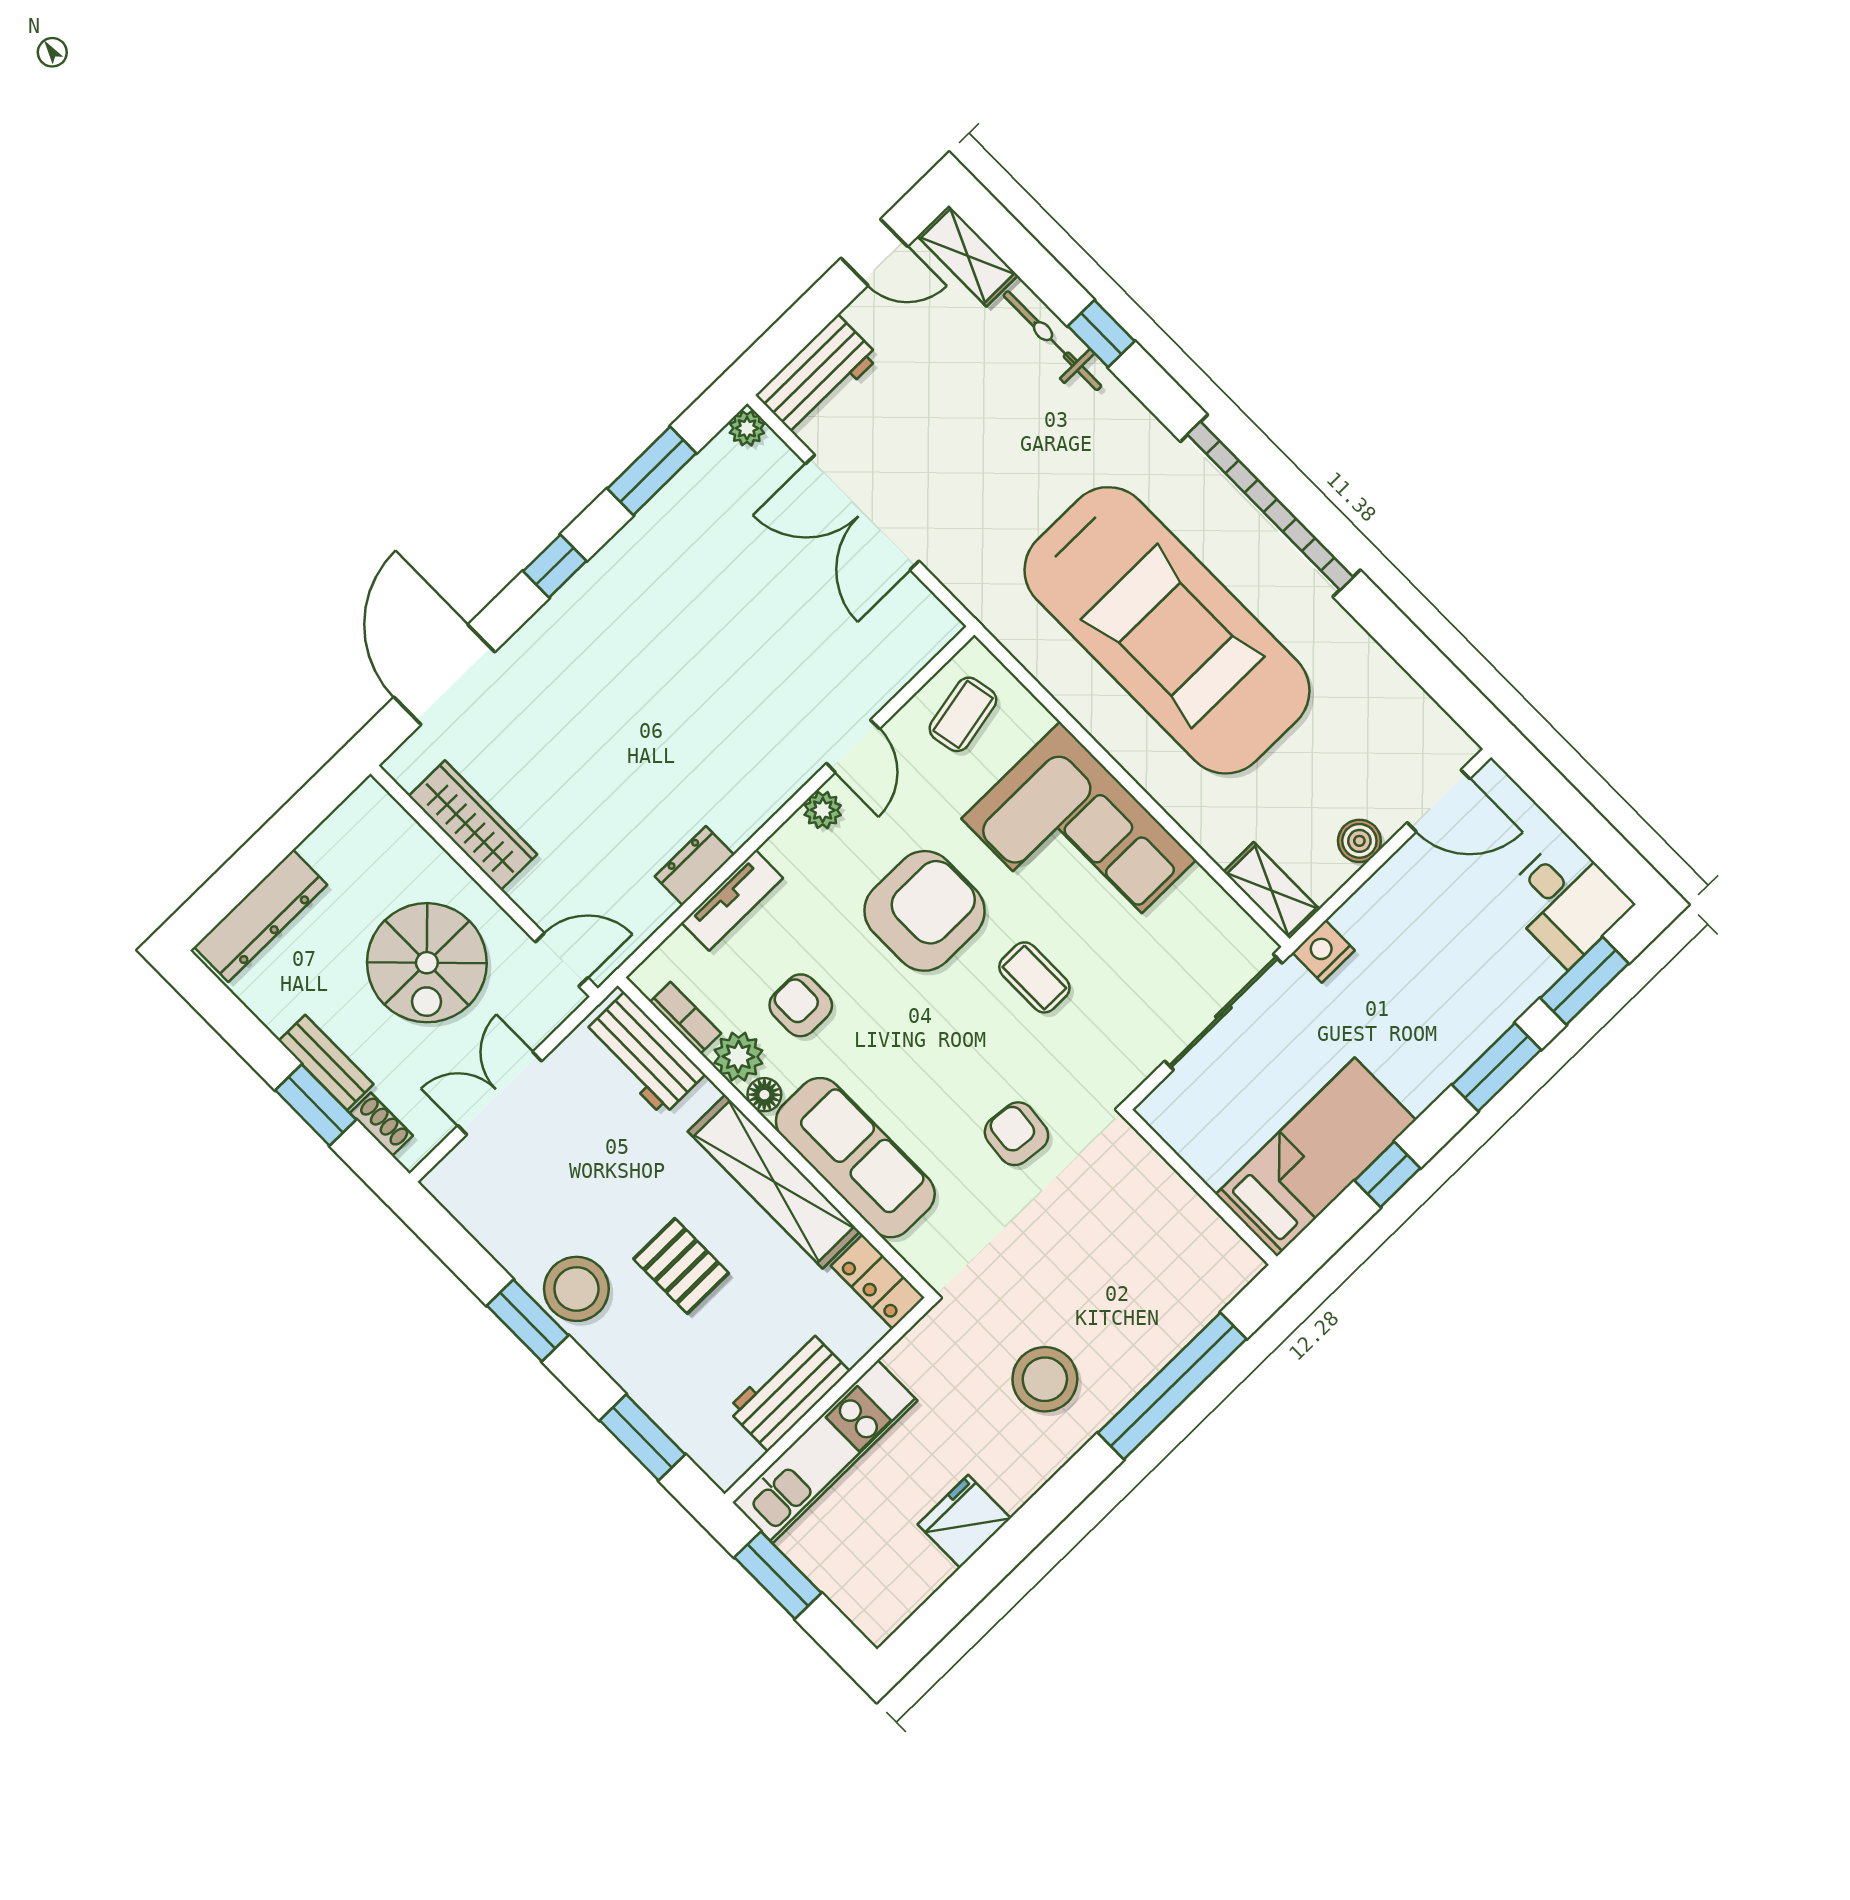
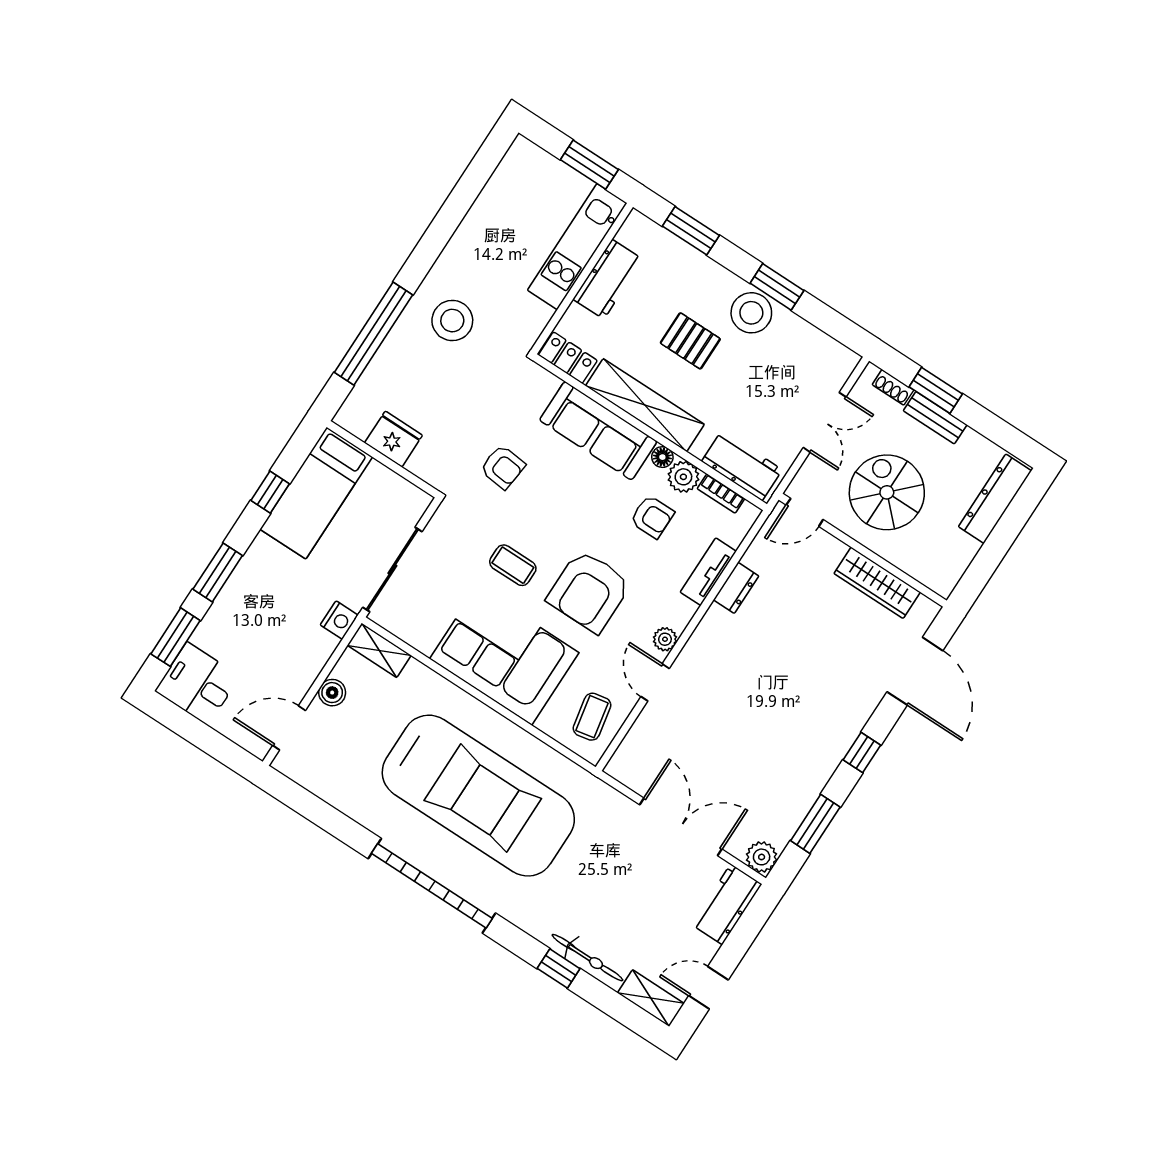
plant: (747, 428) -> (762, 857), width x1.38, depth x1.38
car: (1167, 630) -> (478, 796), turned 180
fridge: (964, 1521) -> (393, 439), moved, turned -90

